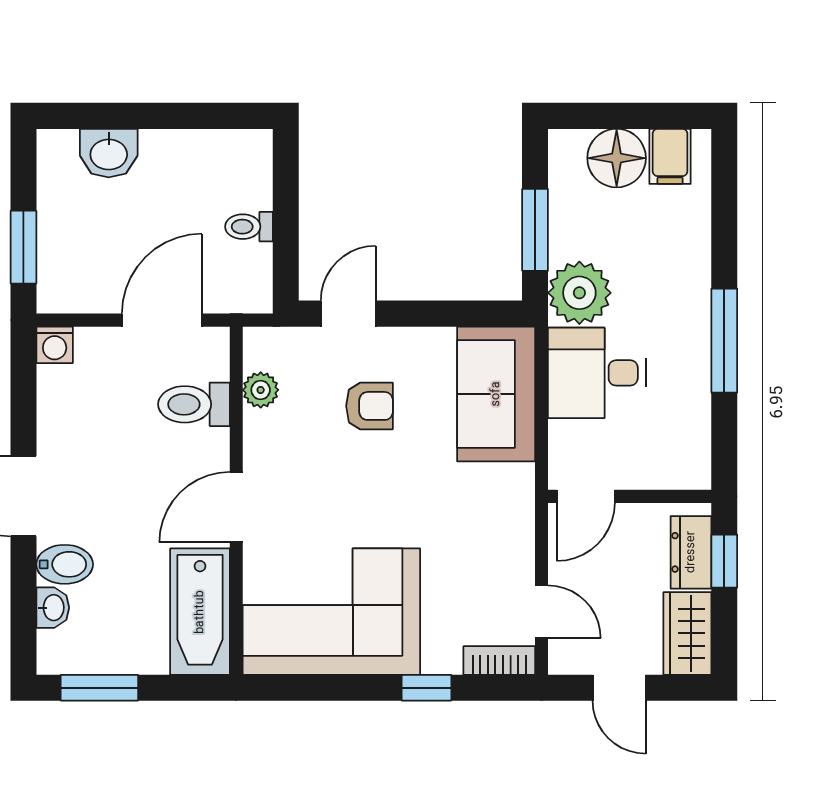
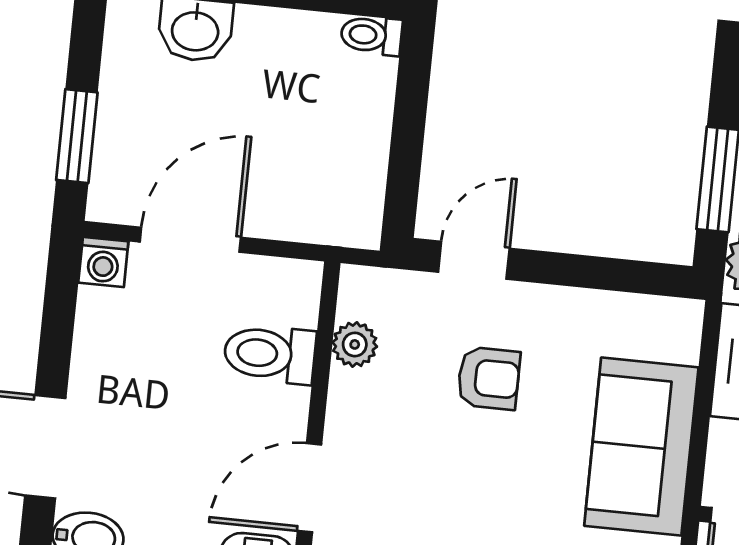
toilet: (249, 227) -> (371, 35), moved
door: (162, 320) -> (190, 240), moved
sofa: (496, 394) -> (641, 447), moved

